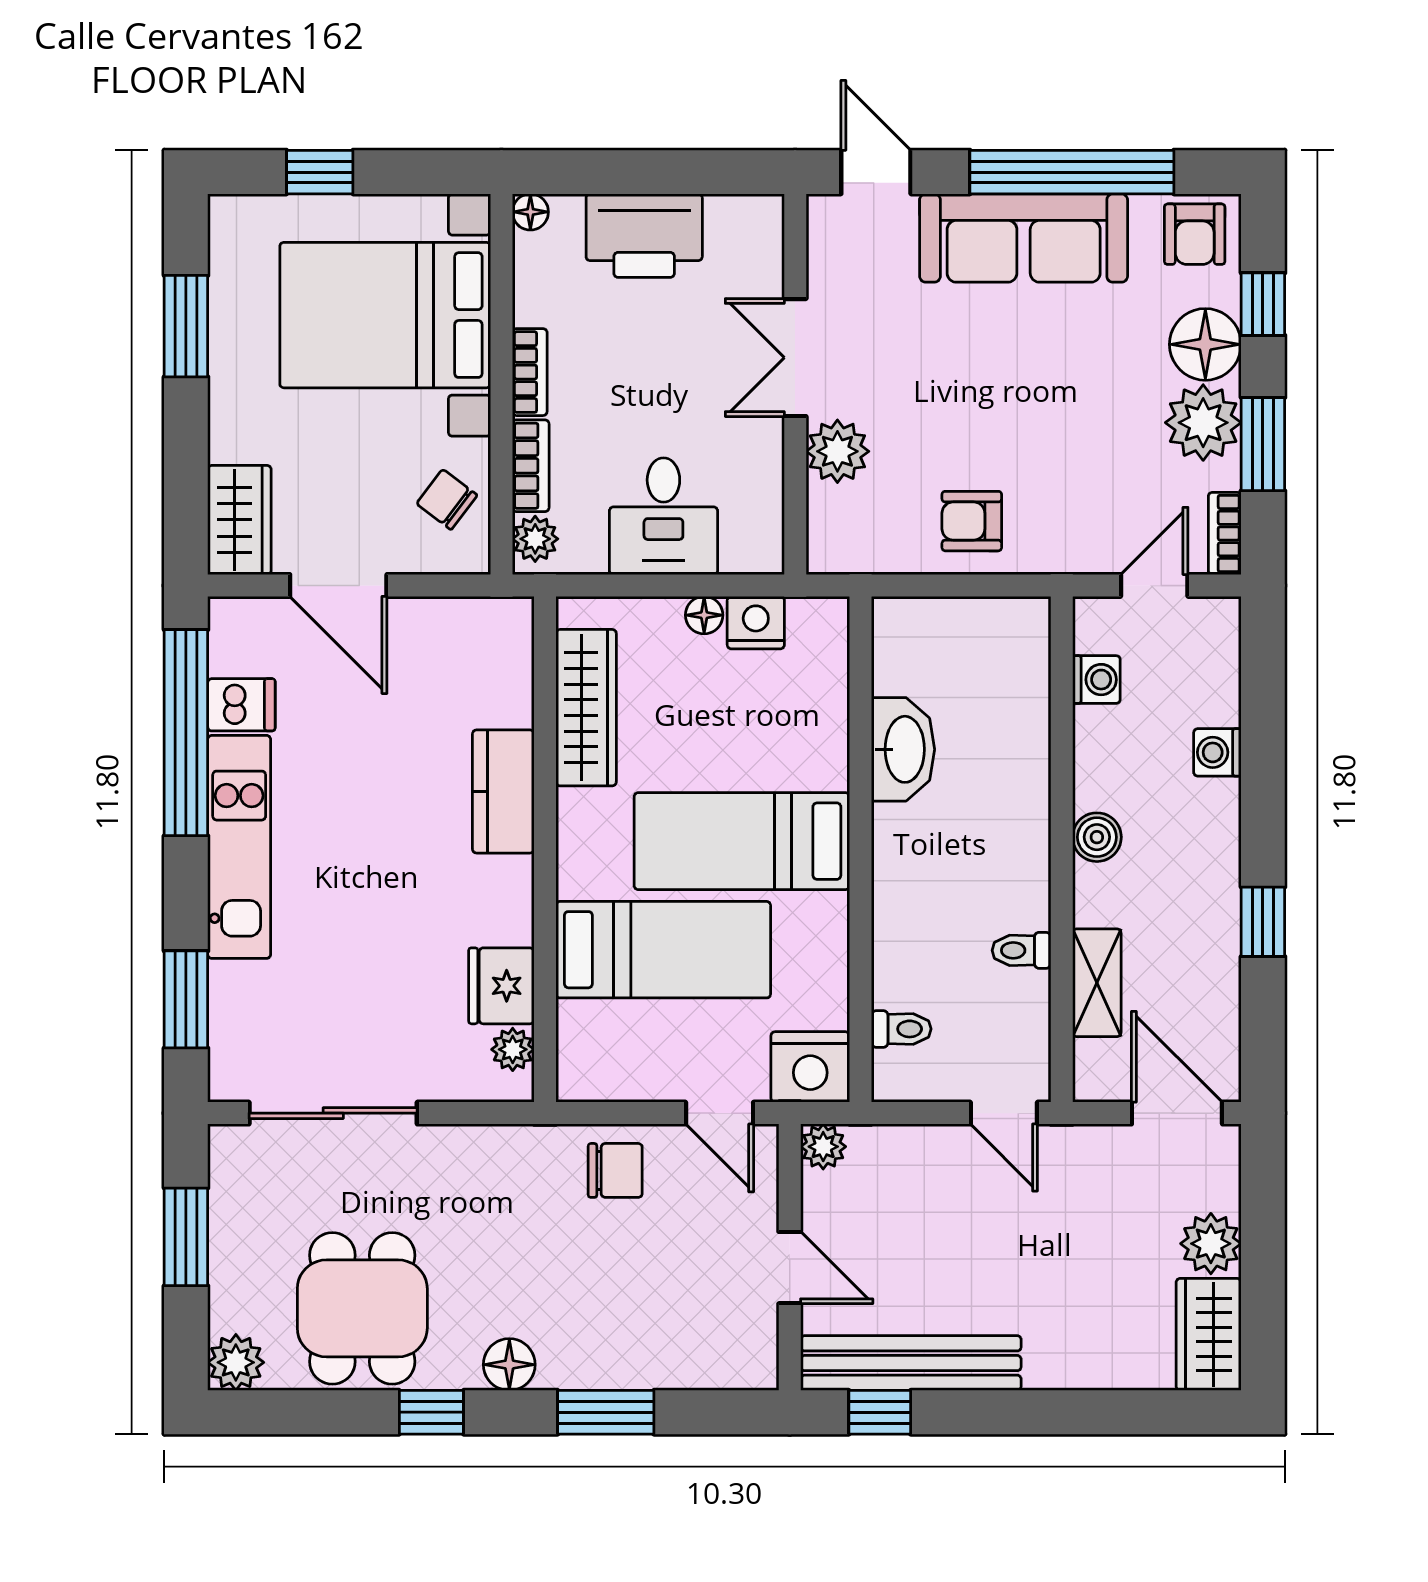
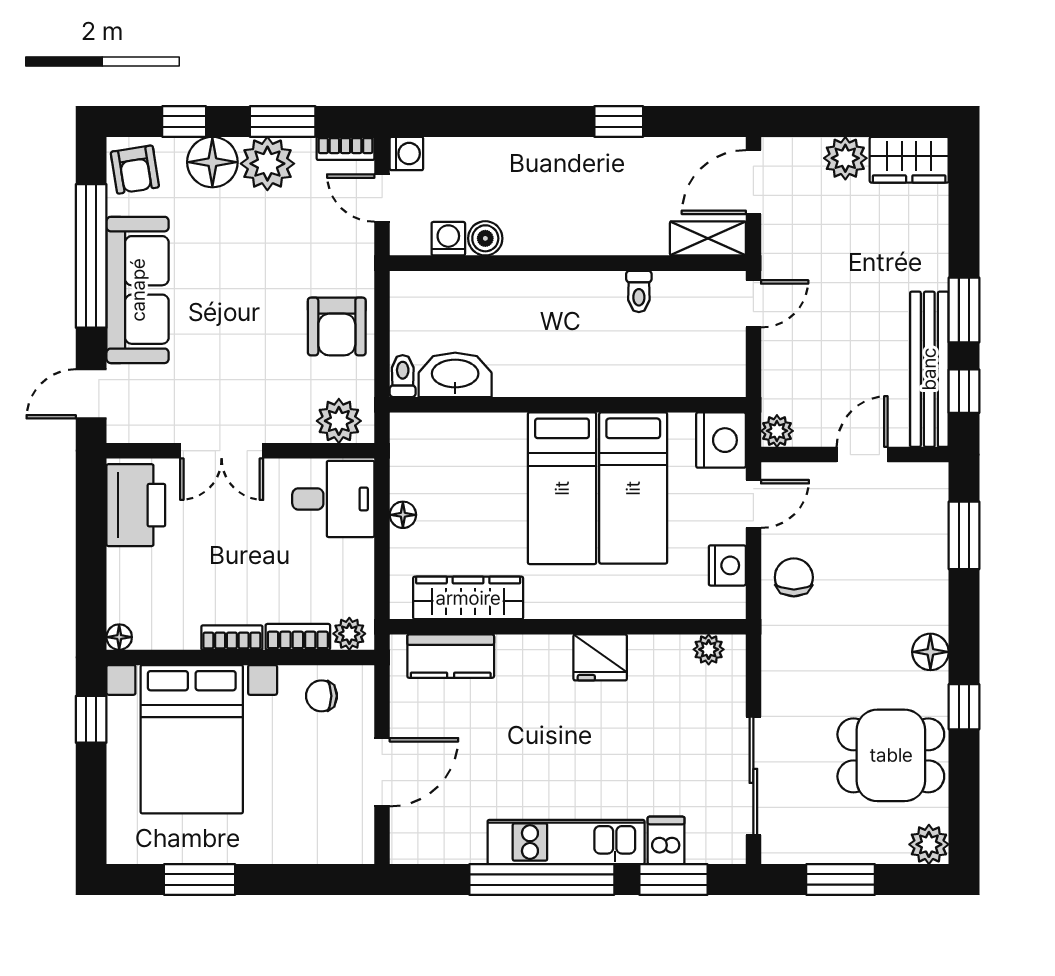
window: (320, 172) -> (91, 719), moved
armchair: (1195, 234) -> (135, 170), turned 81
printer: (644, 236) -> (136, 505), moved
plant: (837, 451) -> (339, 421), moved
chair: (447, 499) -> (322, 696), turned 53
desk: (663, 516) -> (333, 499), moved
wardrobe: (239, 520) -> (336, 842), removed
armchair: (972, 521) -> (337, 326), width x1.38, depth x1.38
nightstand: (756, 623) -> (727, 565), moved, turned 180
dishwasher: (241, 705) -> (666, 840), moved
window: (186, 733) -> (542, 879), moved
washbasin: (903, 749) -> (455, 375), moved
washing machine: (1217, 752) -> (406, 154), moved, turned -90
kitchen counter: (503, 791) -> (451, 656), moved
boiler: (1097, 837) -> (485, 238), moved
bed: (663, 950) -> (633, 488), moved, turned 180
shelving: (1097, 983) -> (708, 238), moved
fridge: (501, 986) -> (600, 657), moved
toilet: (901, 1029) -> (403, 376), moved
window: (606, 1412) -> (964, 535), moved
window: (995, 1412) -> (964, 310), added

